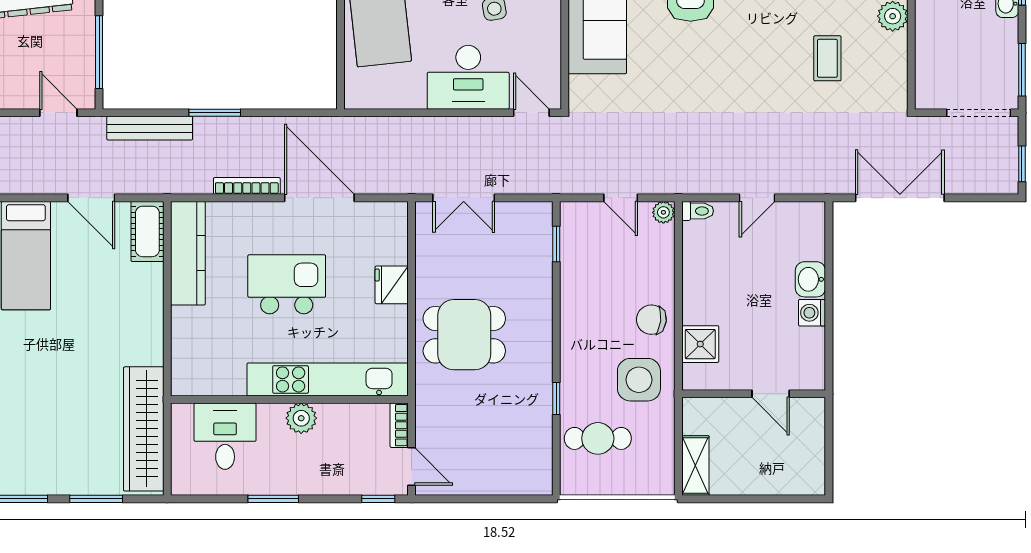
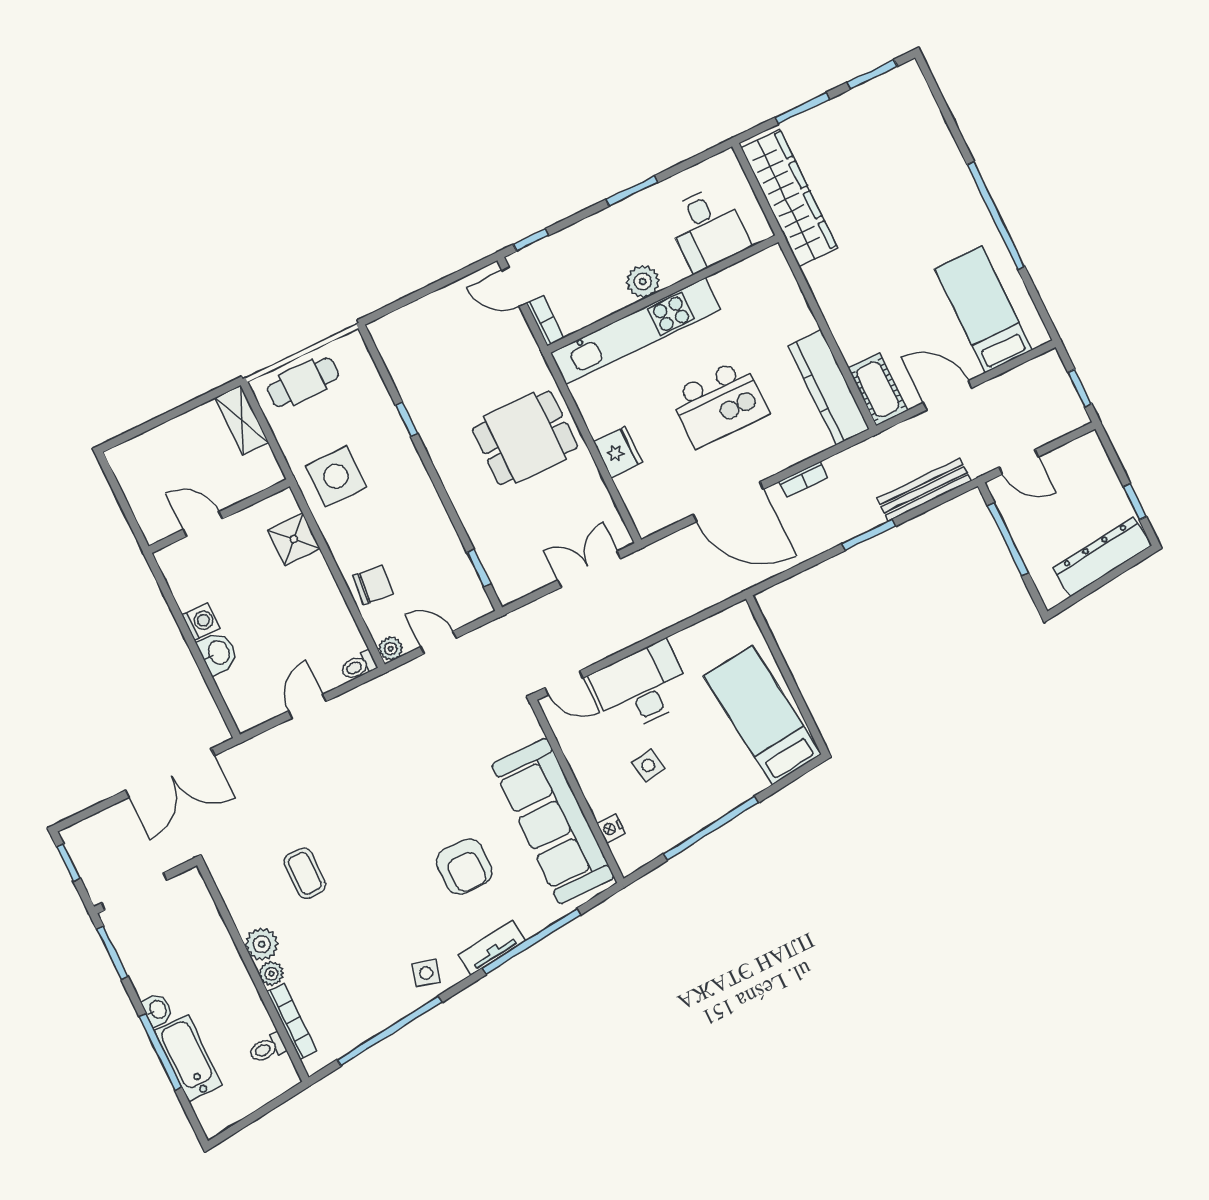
bookcase: (247, 186) -> (803, 479), width x0.64
chair: (651, 320) -> (373, 585), moved
cafe table: (598, 438) -> (303, 382), moved

